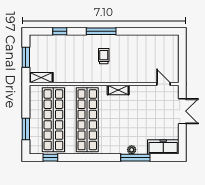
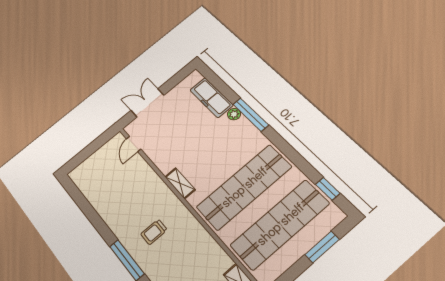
freezer: (163, 147) -> (211, 98), moved
window: (135, 158) -> (251, 115), moved

